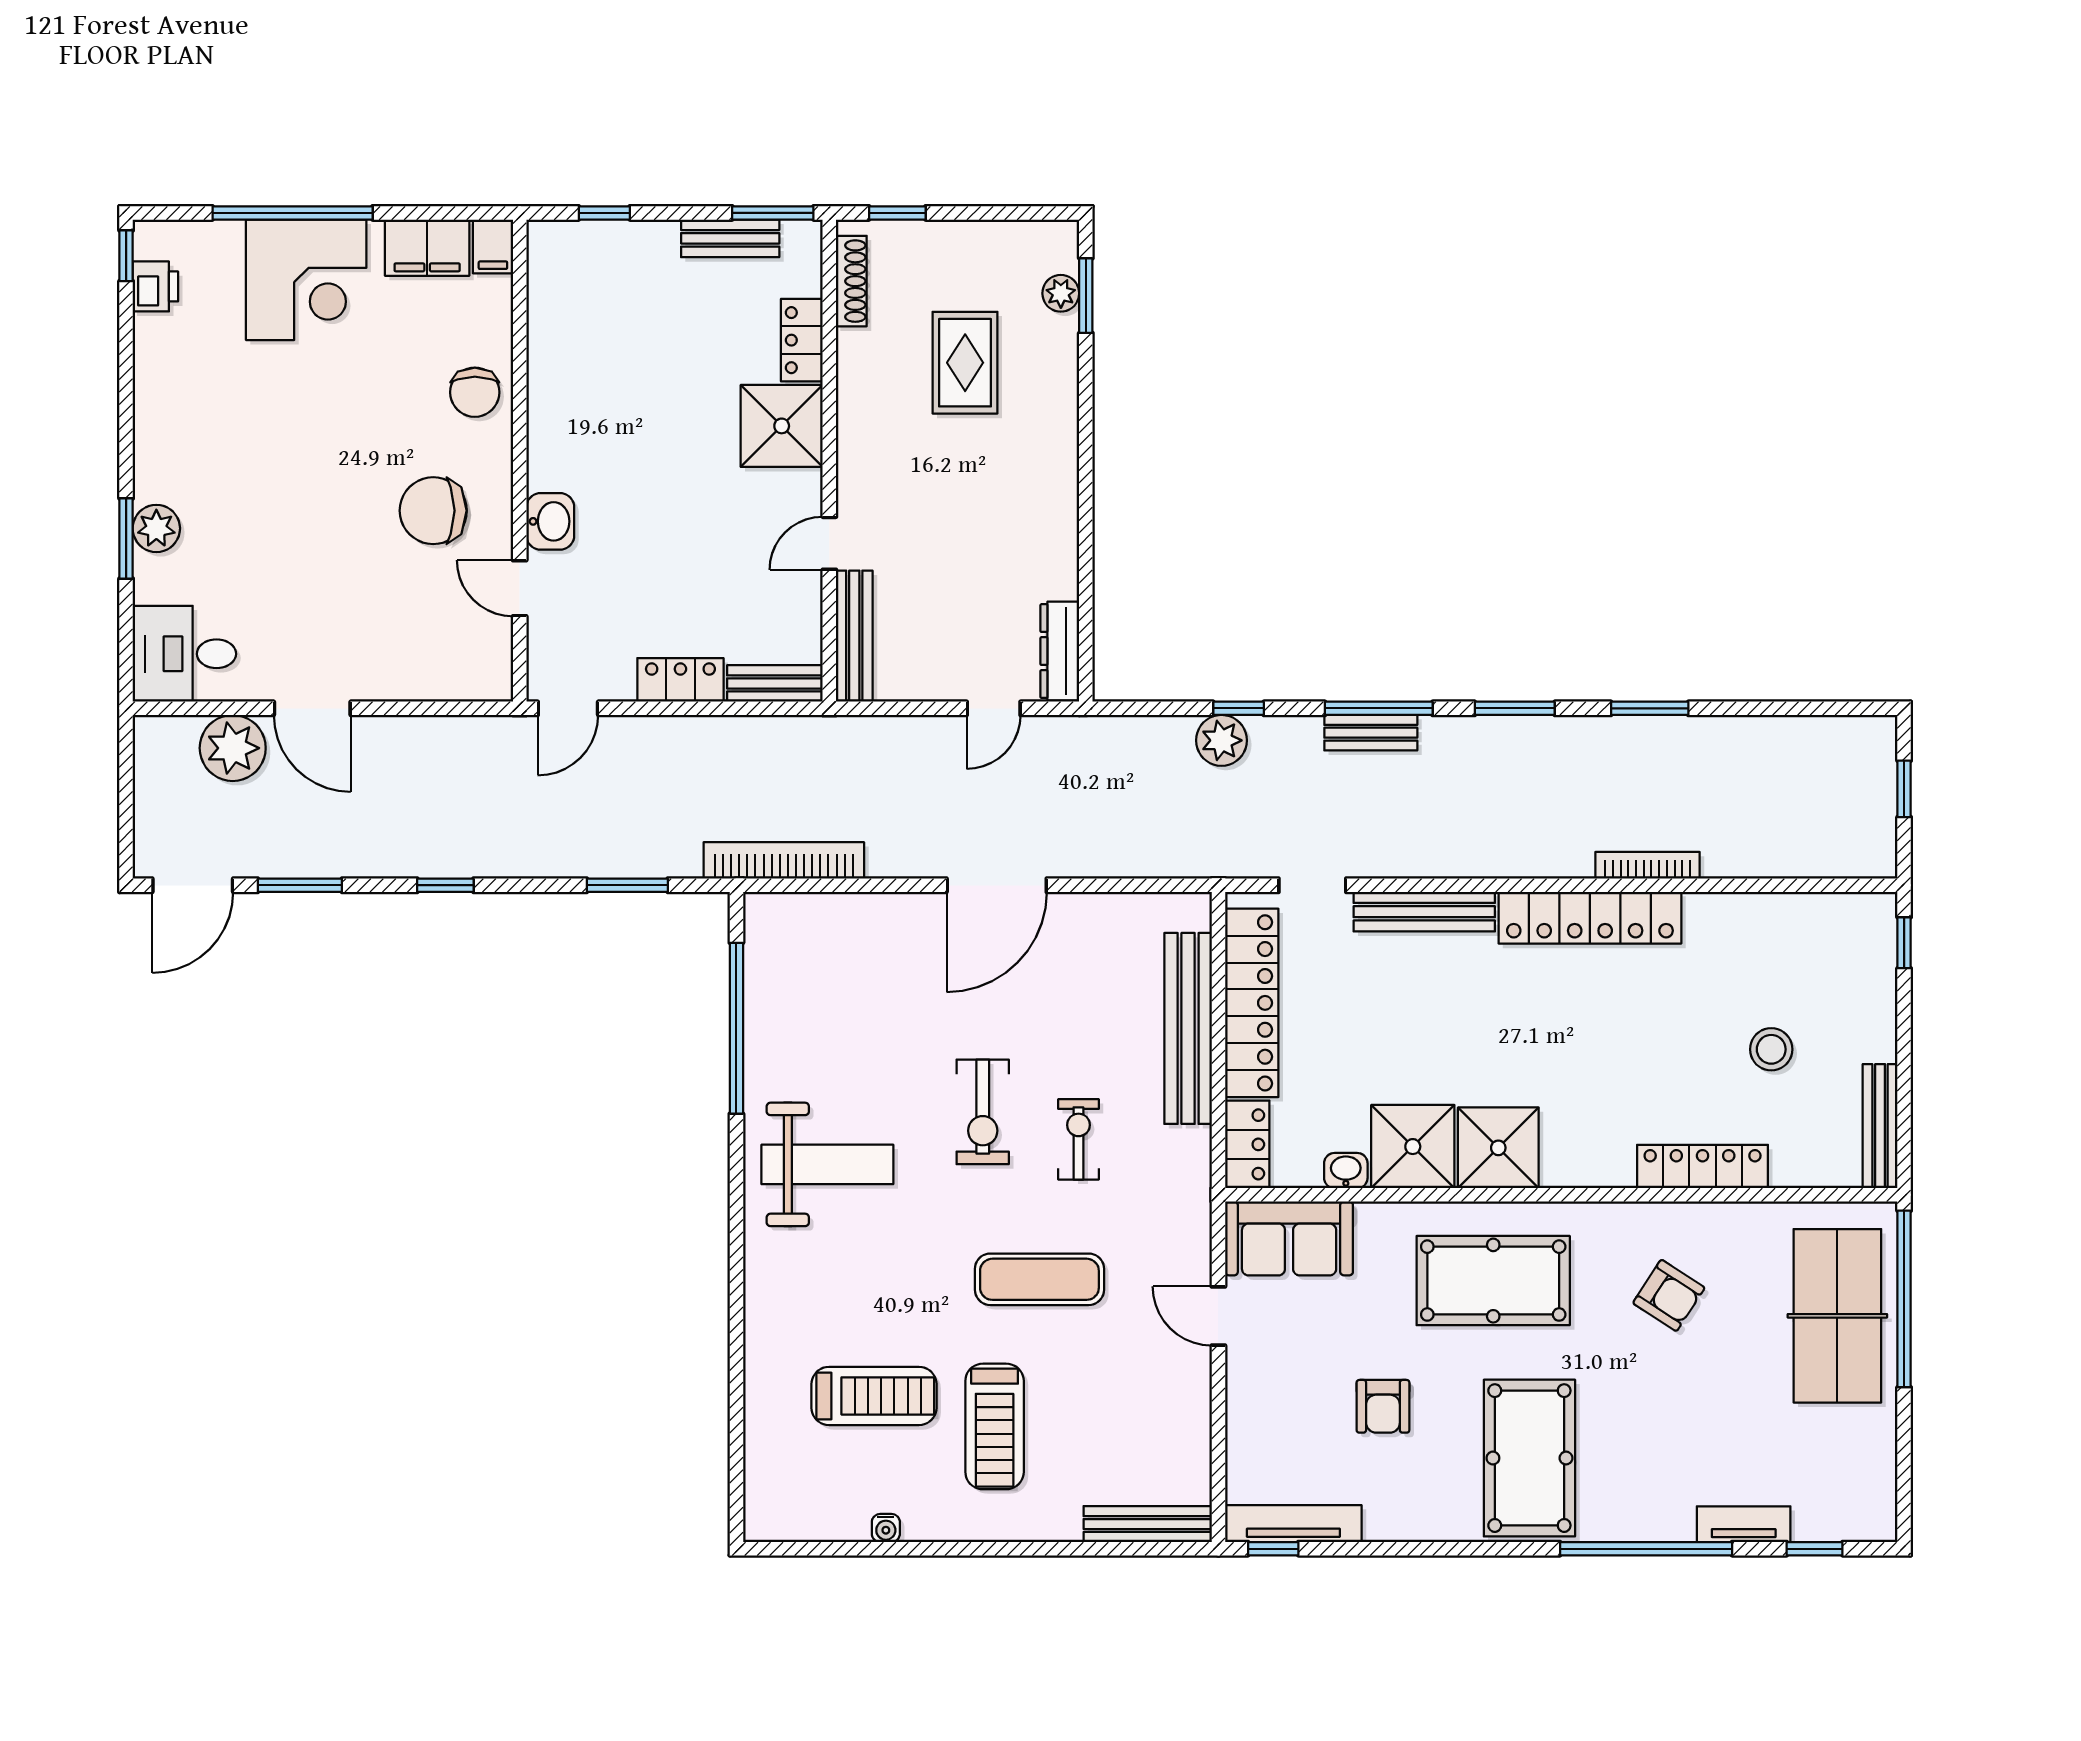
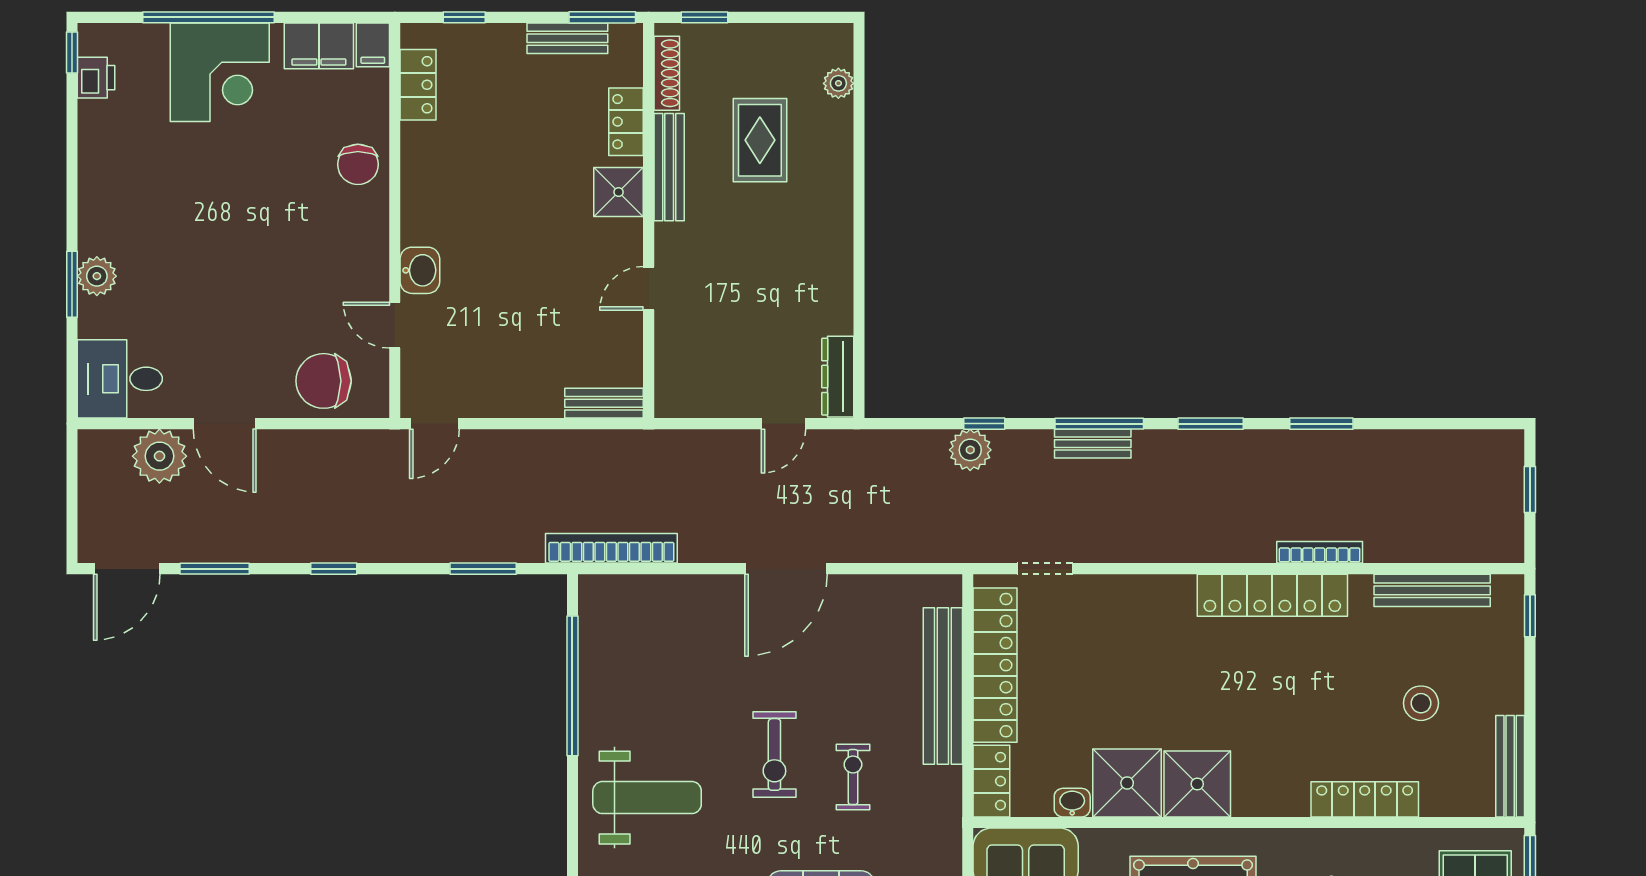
window: (1086, 296) -> (859, 85), removed
shower: (782, 426) -> (619, 192), width x0.73, depth x0.73
chair: (433, 511) -> (324, 381), moved
bench: (854, 636) -> (669, 167), moved
locker: (680, 680) -> (418, 85), moved, turned 90
bench: (1424, 912) -> (1432, 590), moved

